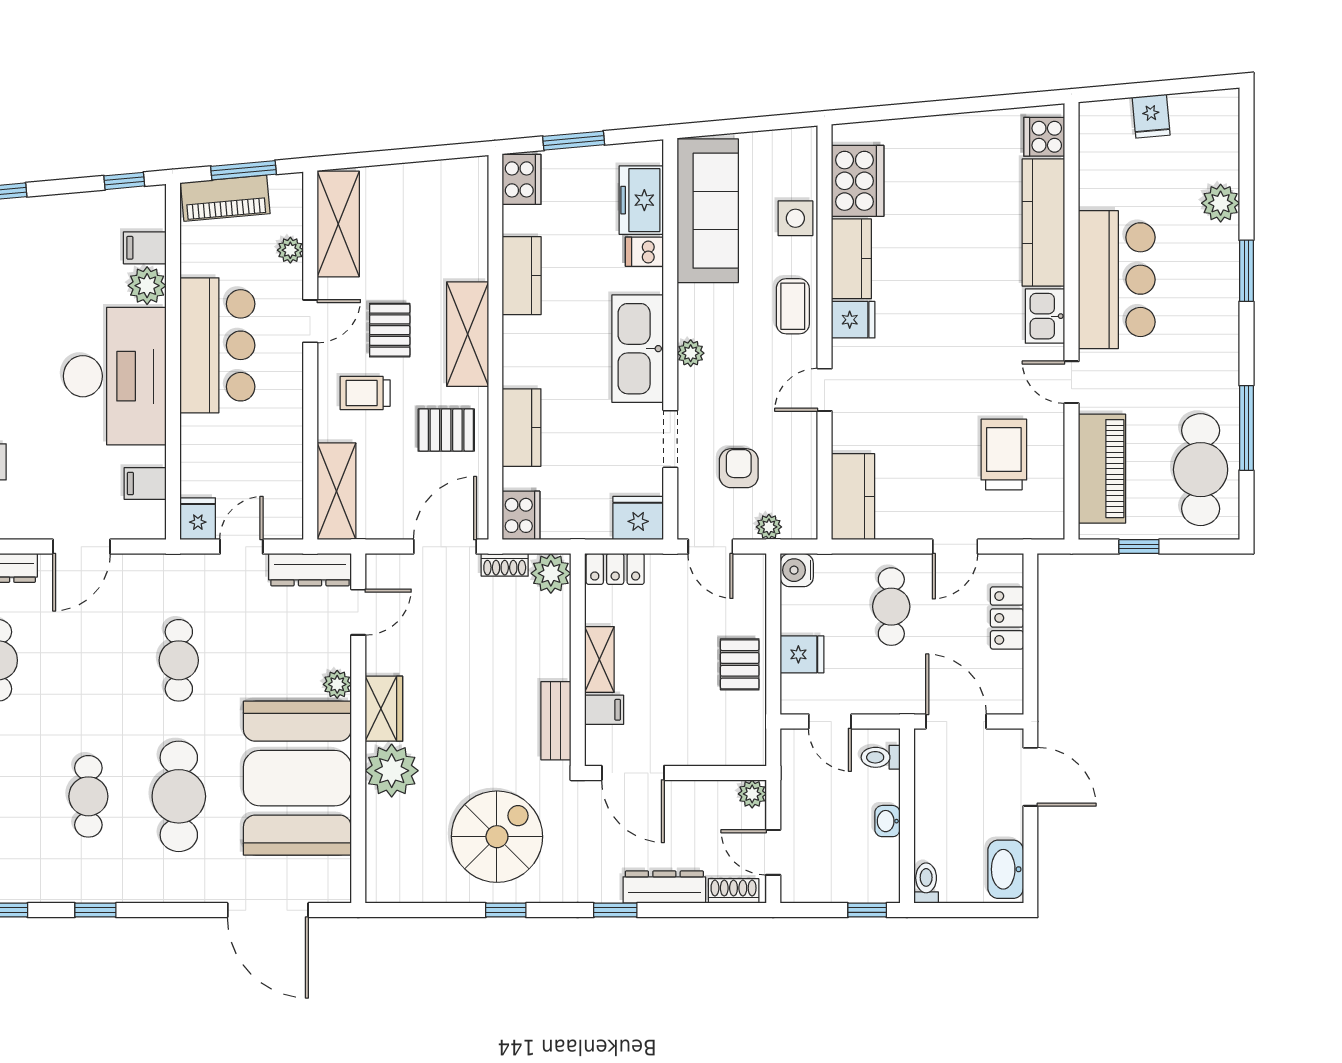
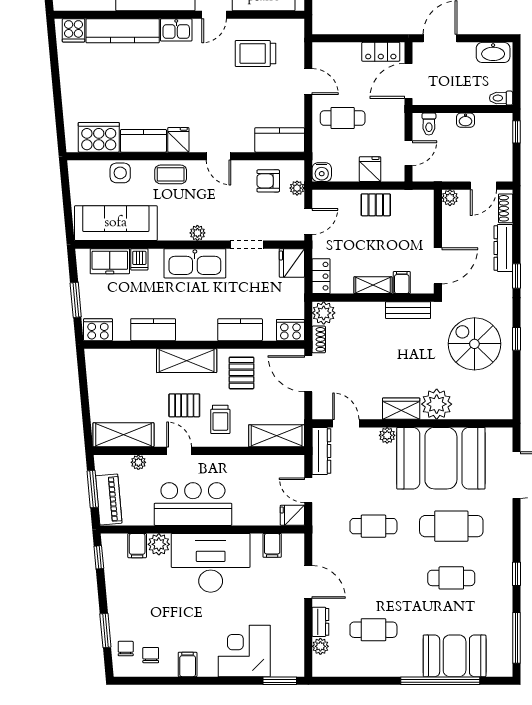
armchair: (739, 468) -> (268, 181), moved
locker: (1007, 618) -> (381, 52), moved

